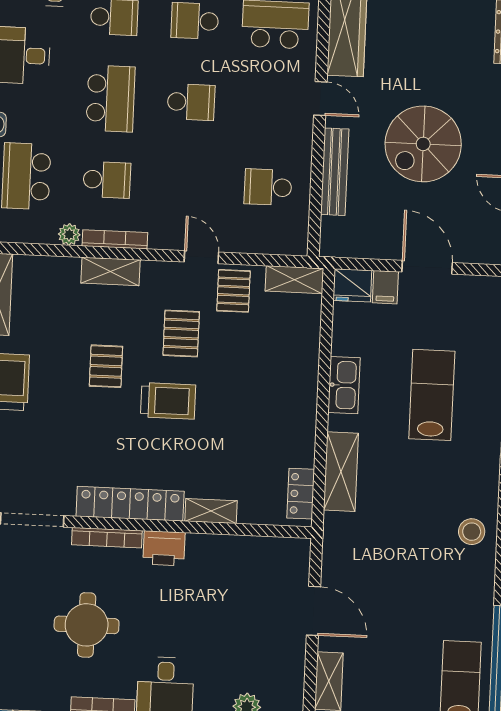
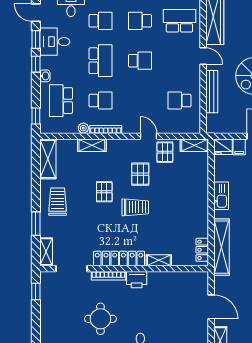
shelving: (110, 271) -> (92, 145), moved
shelving: (341, 472) -> (222, 247), width x1.47

